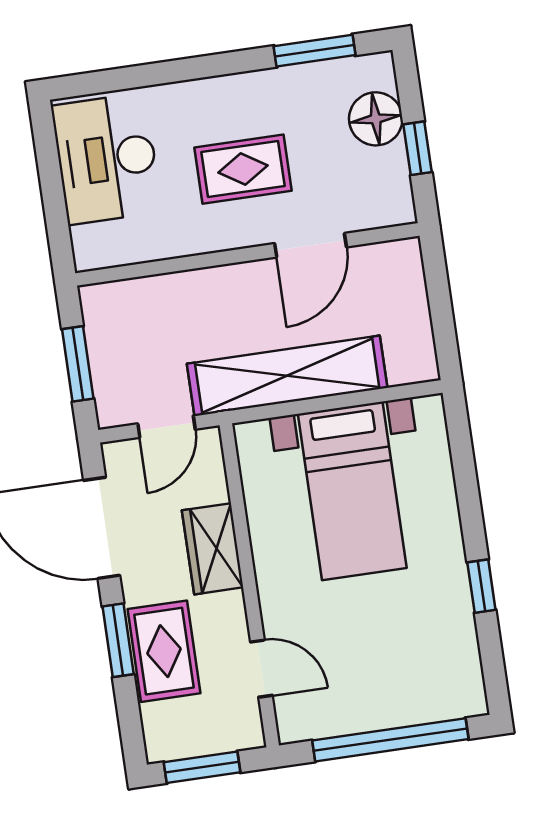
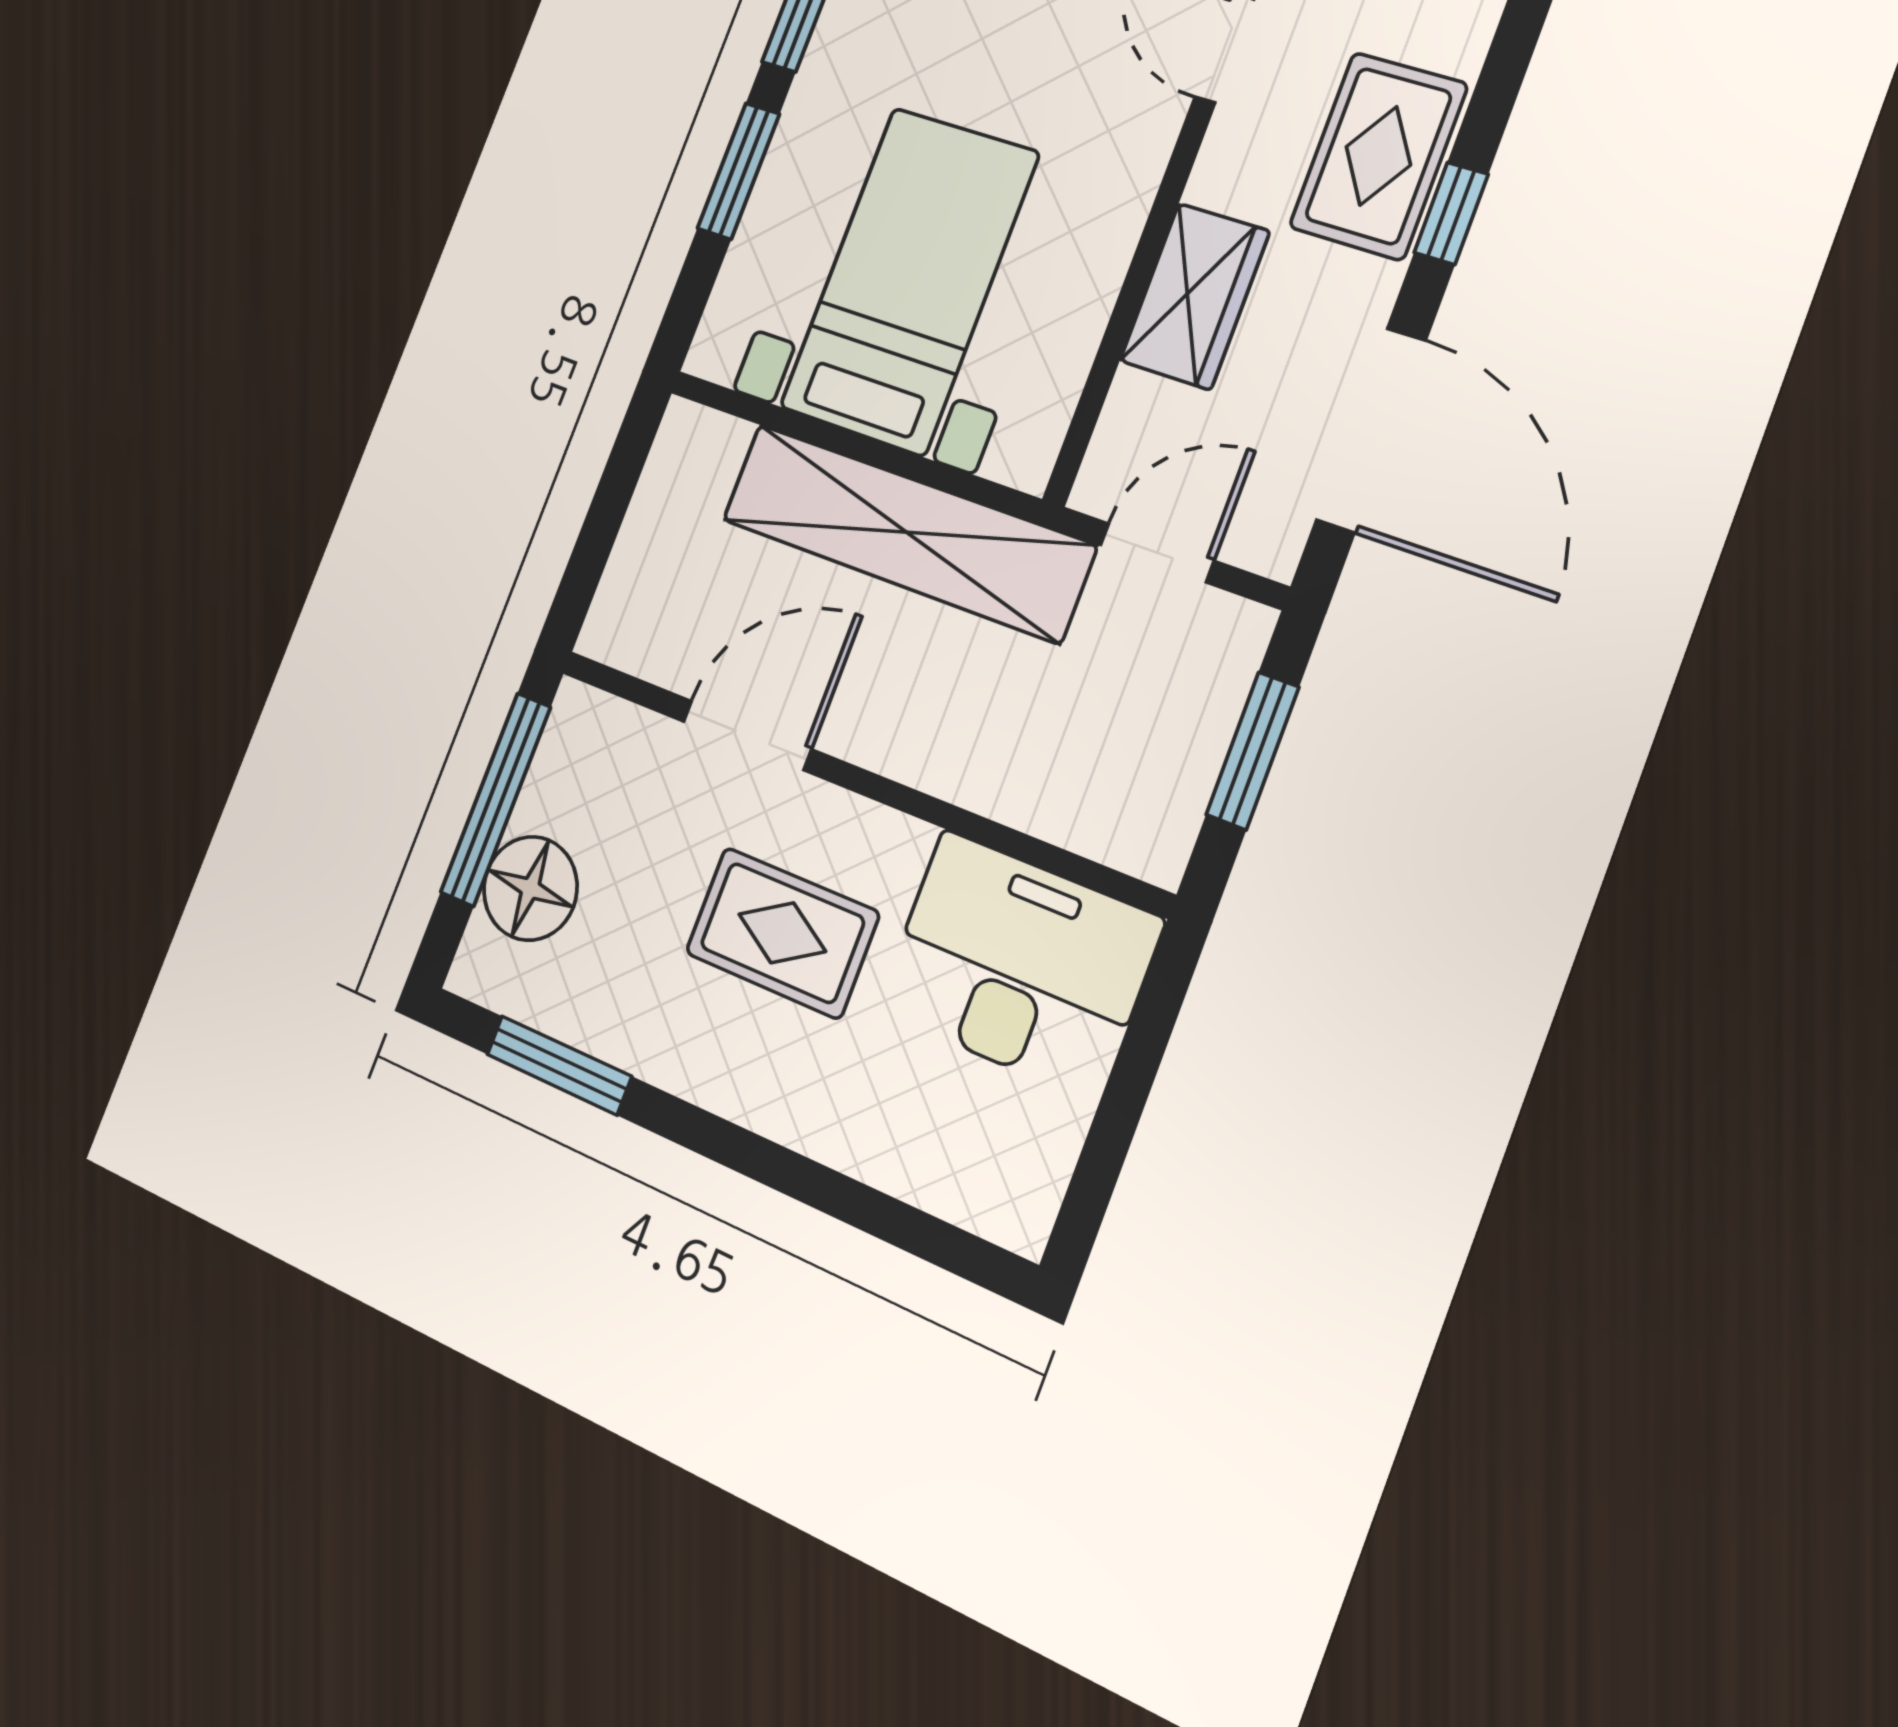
window: (418, 148) -> (496, 800), width x2.17
desk: (107, 159) -> (1019, 965), moved, turned -90
window: (469, 501) -> (738, 171), added
window: (118, 640) -> (1451, 213), width x0.67

